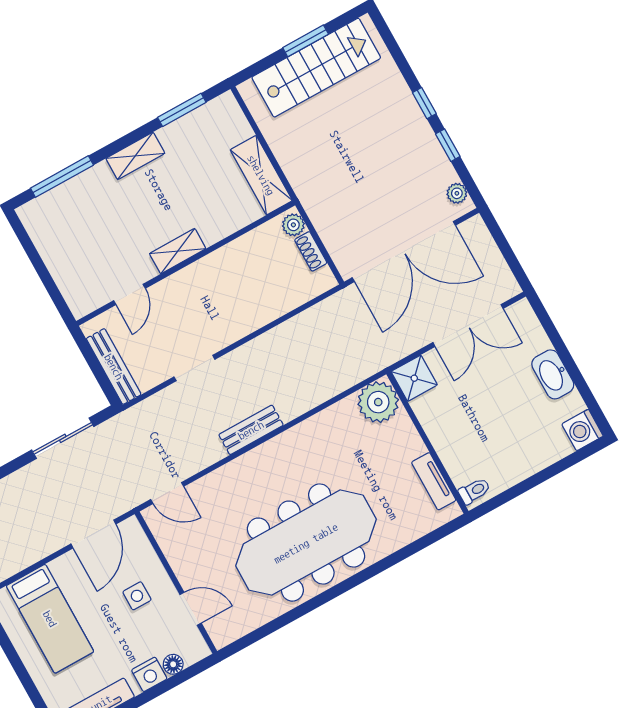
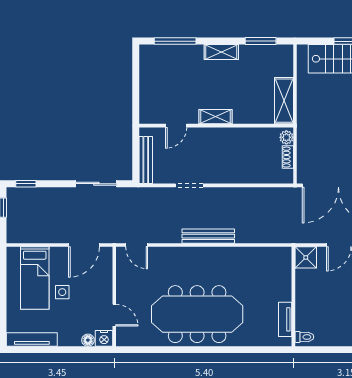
plant: (378, 402) -> (279, 260), removed
bench: (251, 430) -> (208, 236), width x1.36
side table: (137, 596) -> (62, 292), moved
nightstand: (149, 674) -> (104, 338), moved

